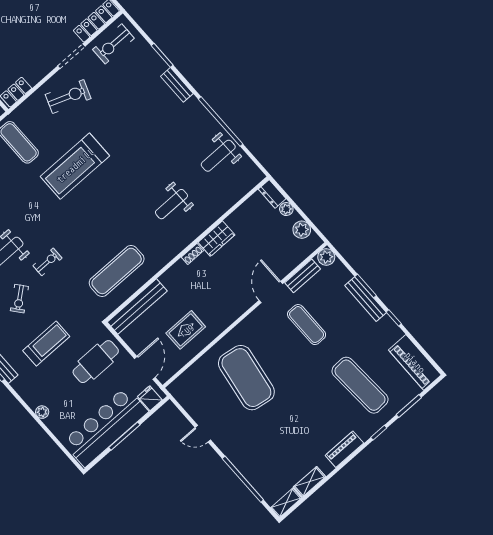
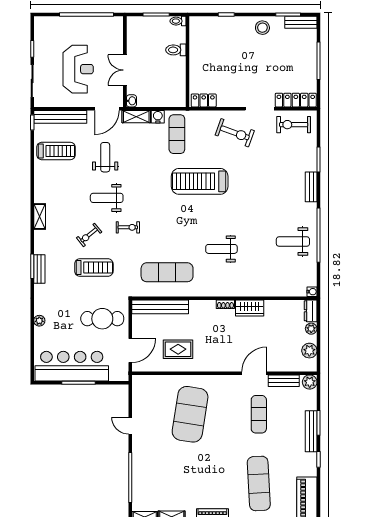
weight bench: (218, 156) -> (293, 242), moved
water cooler: (259, 176) -> (312, 292), added
weight bench: (171, 204) -> (221, 249), moved
treadmill: (46, 344) -> (94, 267), moved
fridge: (150, 398) -> (116, 373), removed

